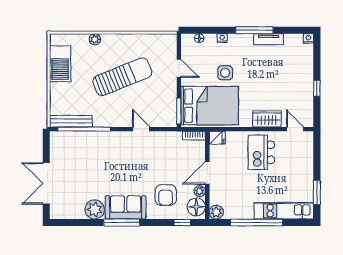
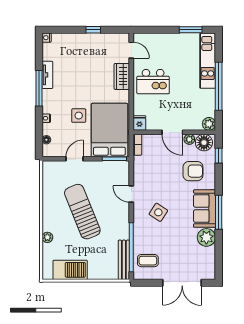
door: (141, 129) -> (131, 194), hinge flipped
door: (295, 129) -> (131, 50), swing flipped
coffee table: (70, 147) -> (148, 261), added
side table: (122, 158) -> (158, 212), added

